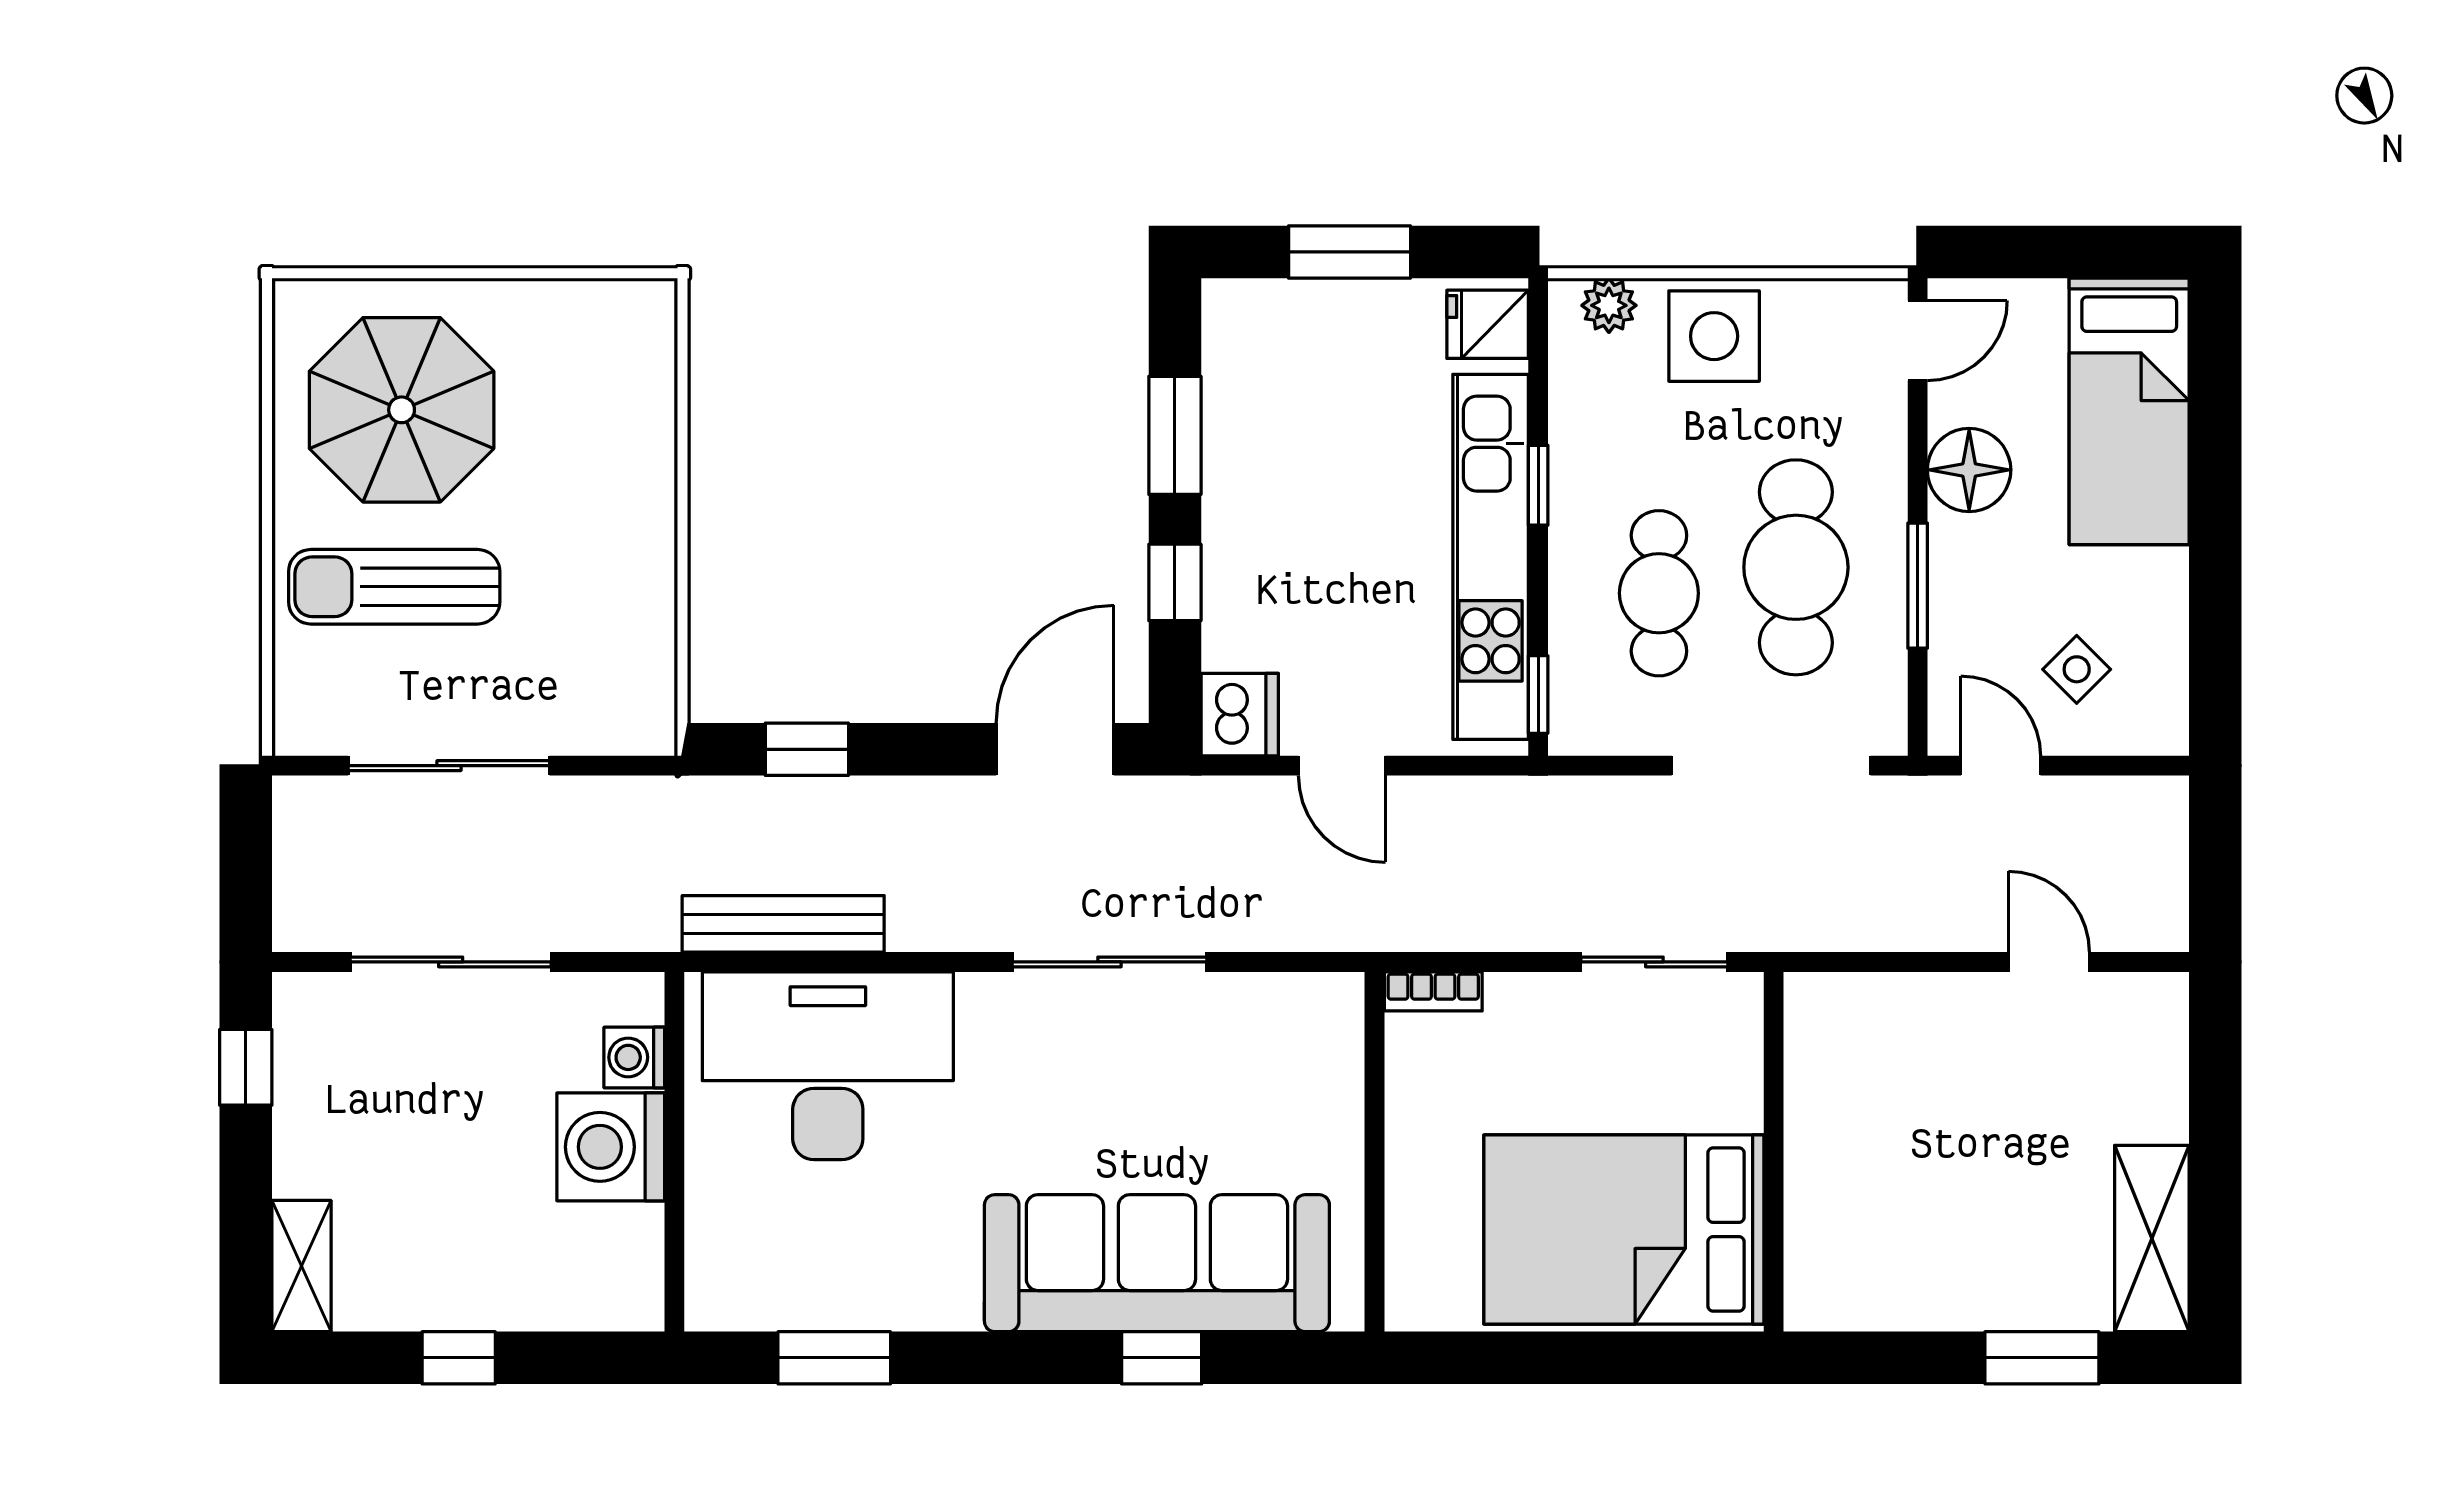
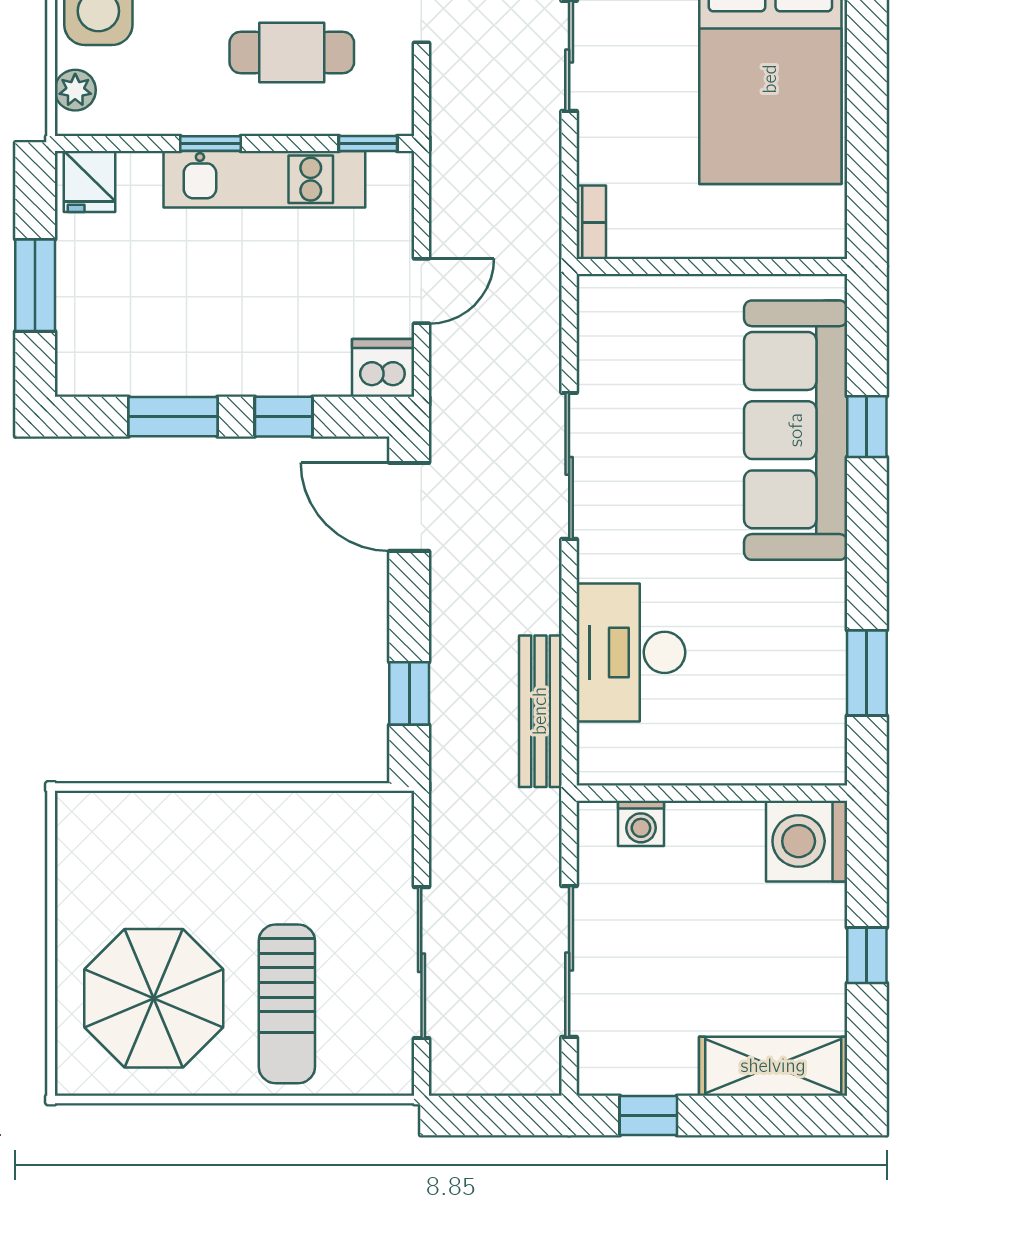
kitchen unit: (1491, 557) -> (264, 179), width x0.73
desk: (828, 1066) -> (631, 652), width x0.73, depth x0.77
washing machine: (611, 1147) -> (807, 841), moved, turned 90
shelving: (301, 1266) -> (773, 1066), width x1.50, depth x1.33

